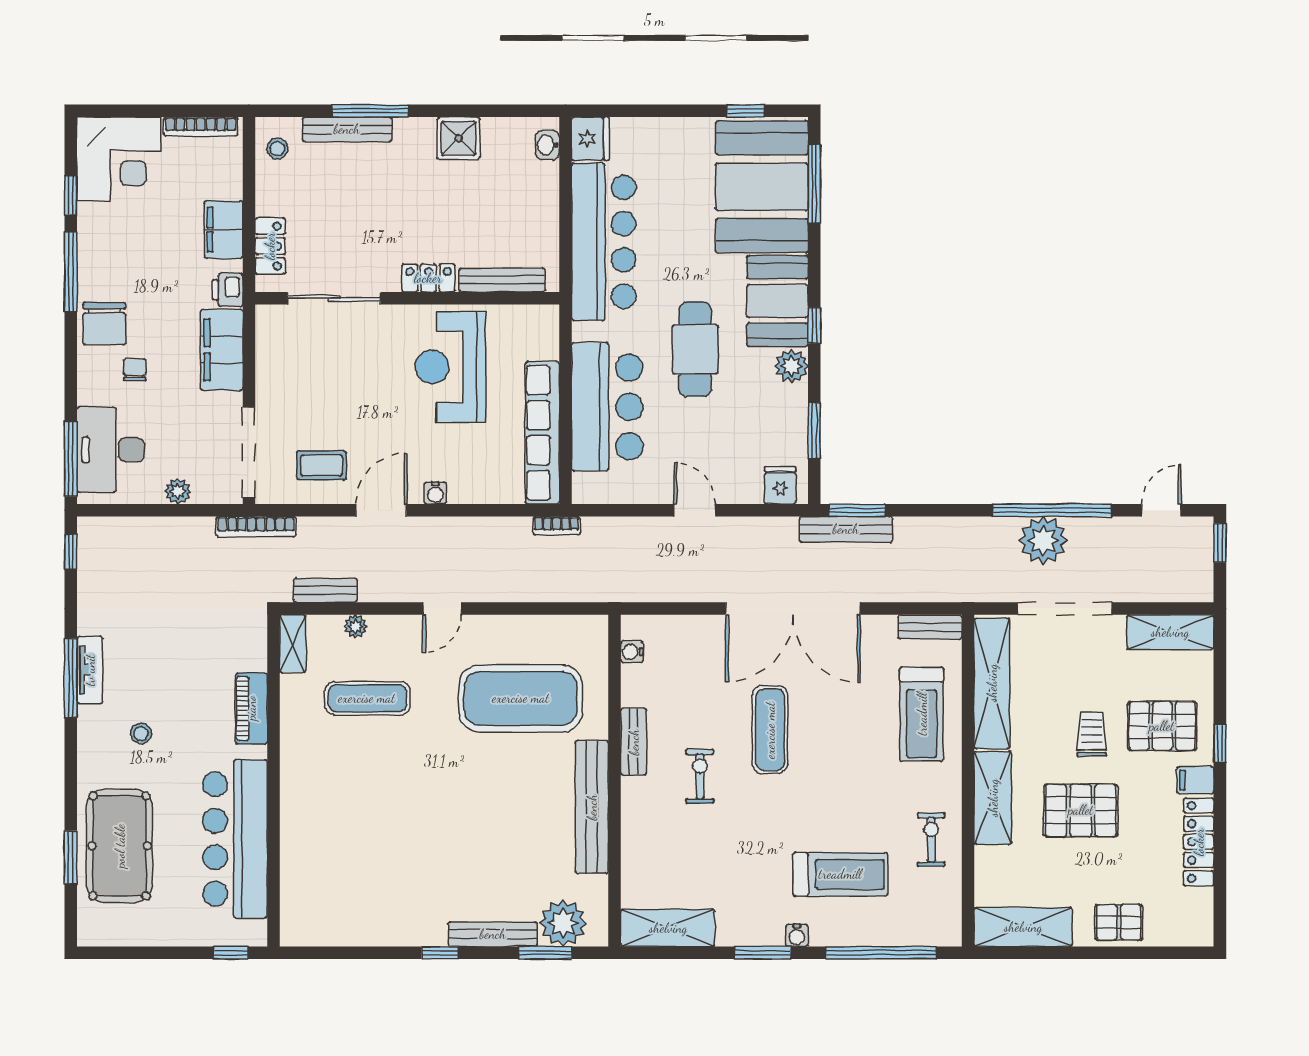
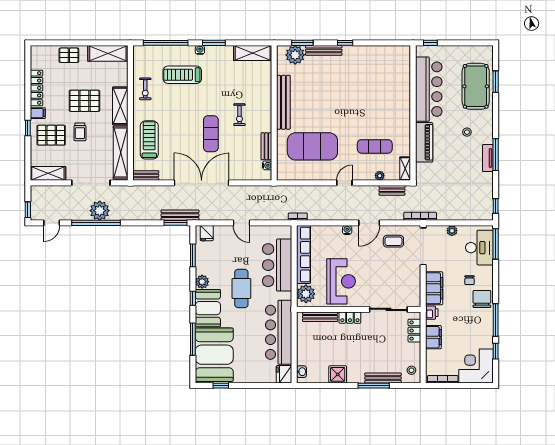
window: (814, 184) -> (193, 339), moved
plant: (537, 336) -> (306, 294), added
piano: (251, 708) -> (424, 142), width x1.37, depth x1.33
bench: (634, 742) -> (266, 146), moved

